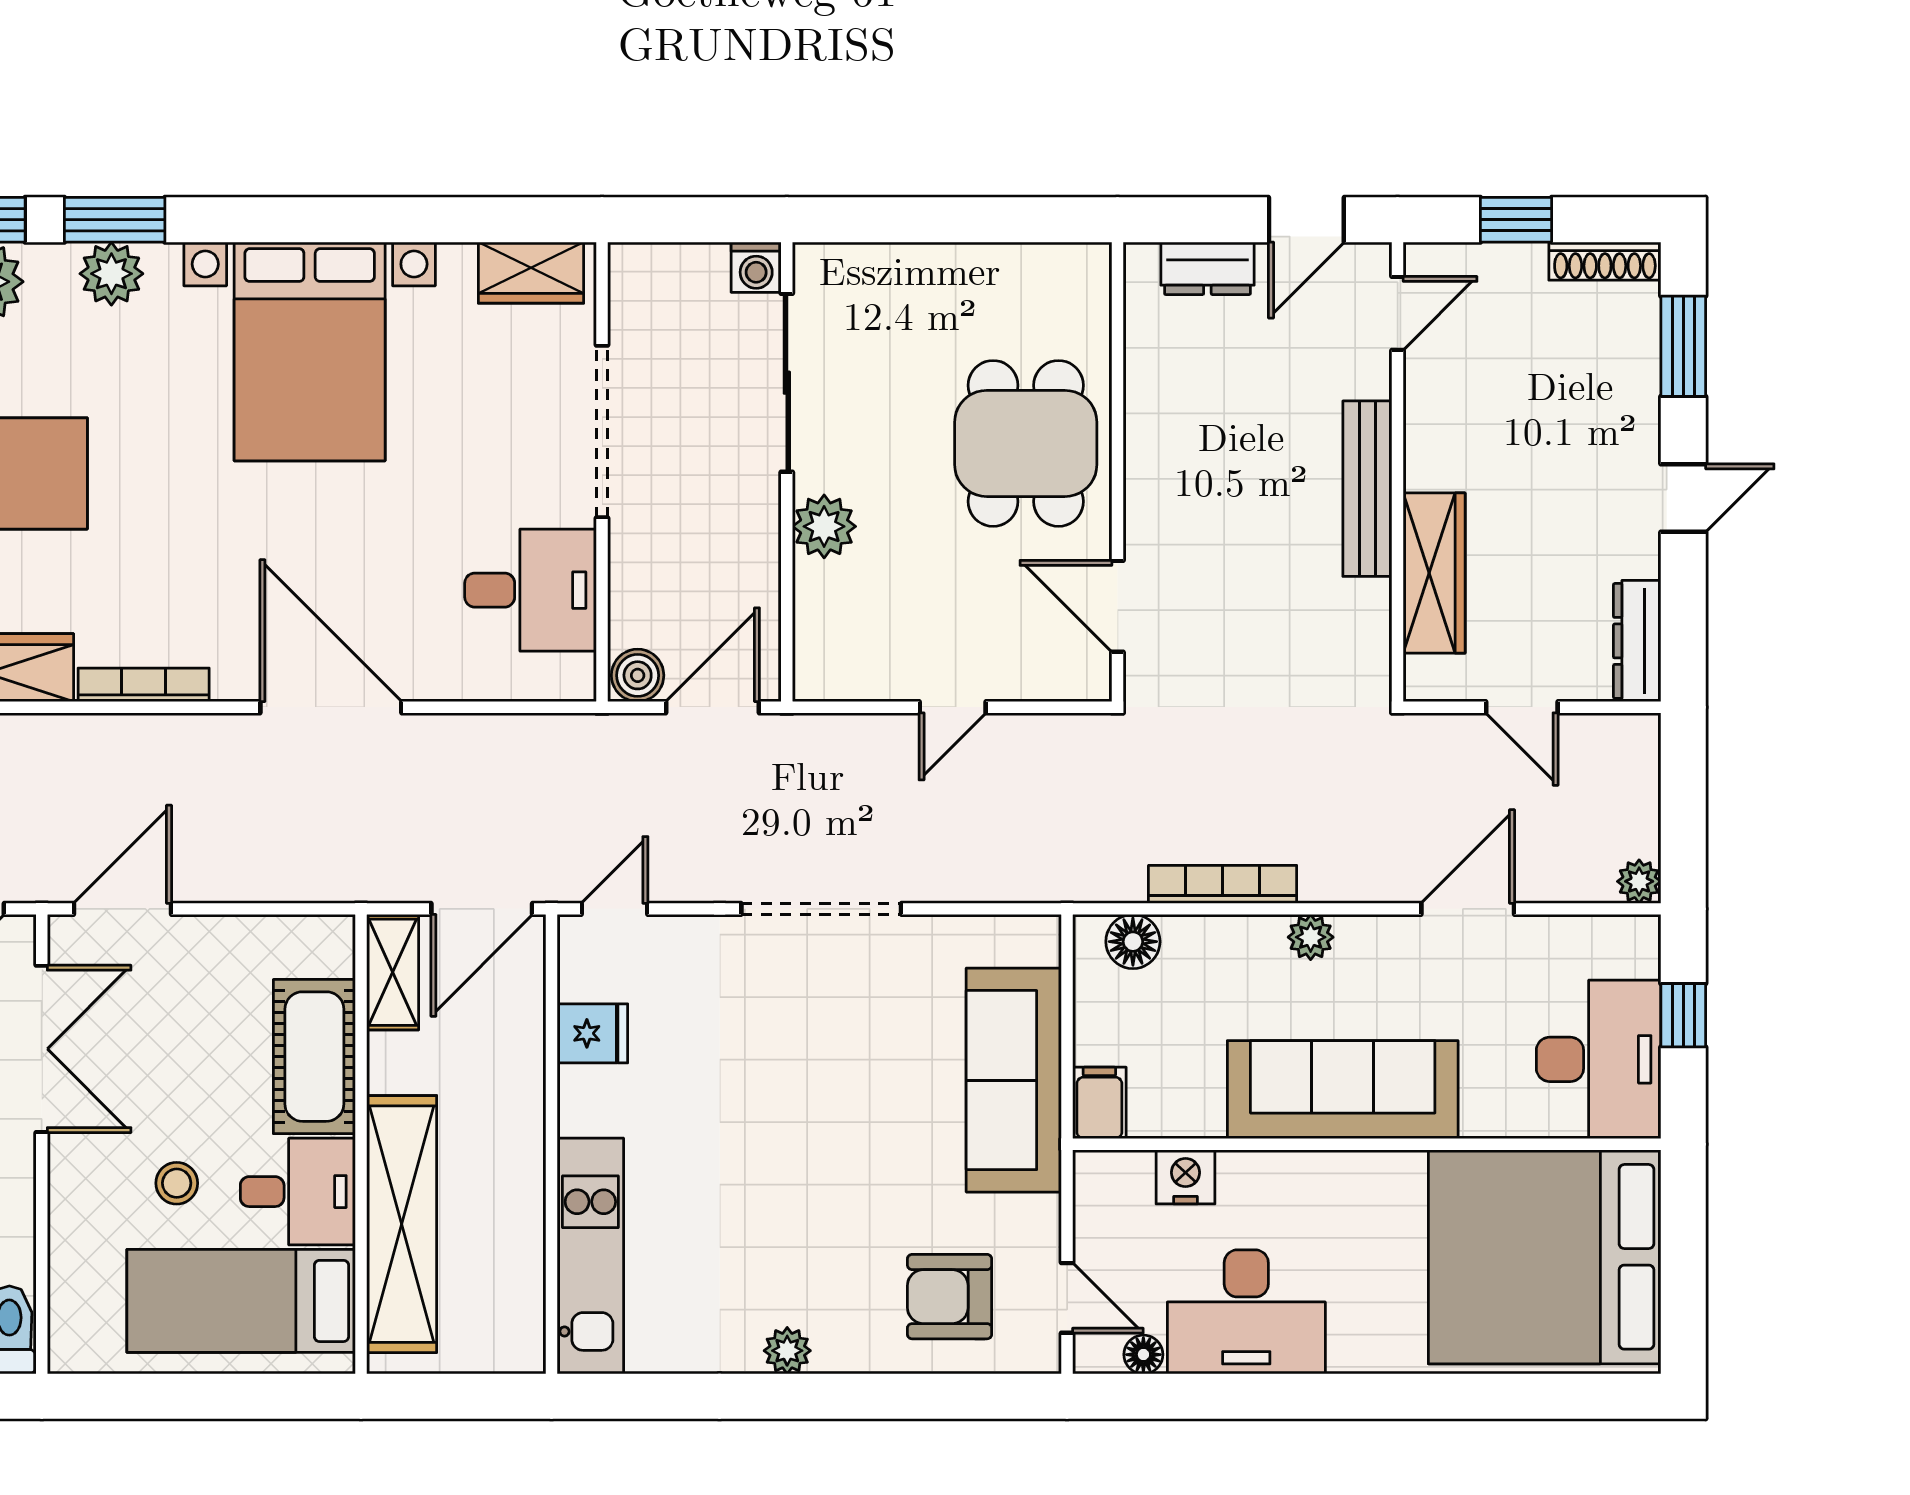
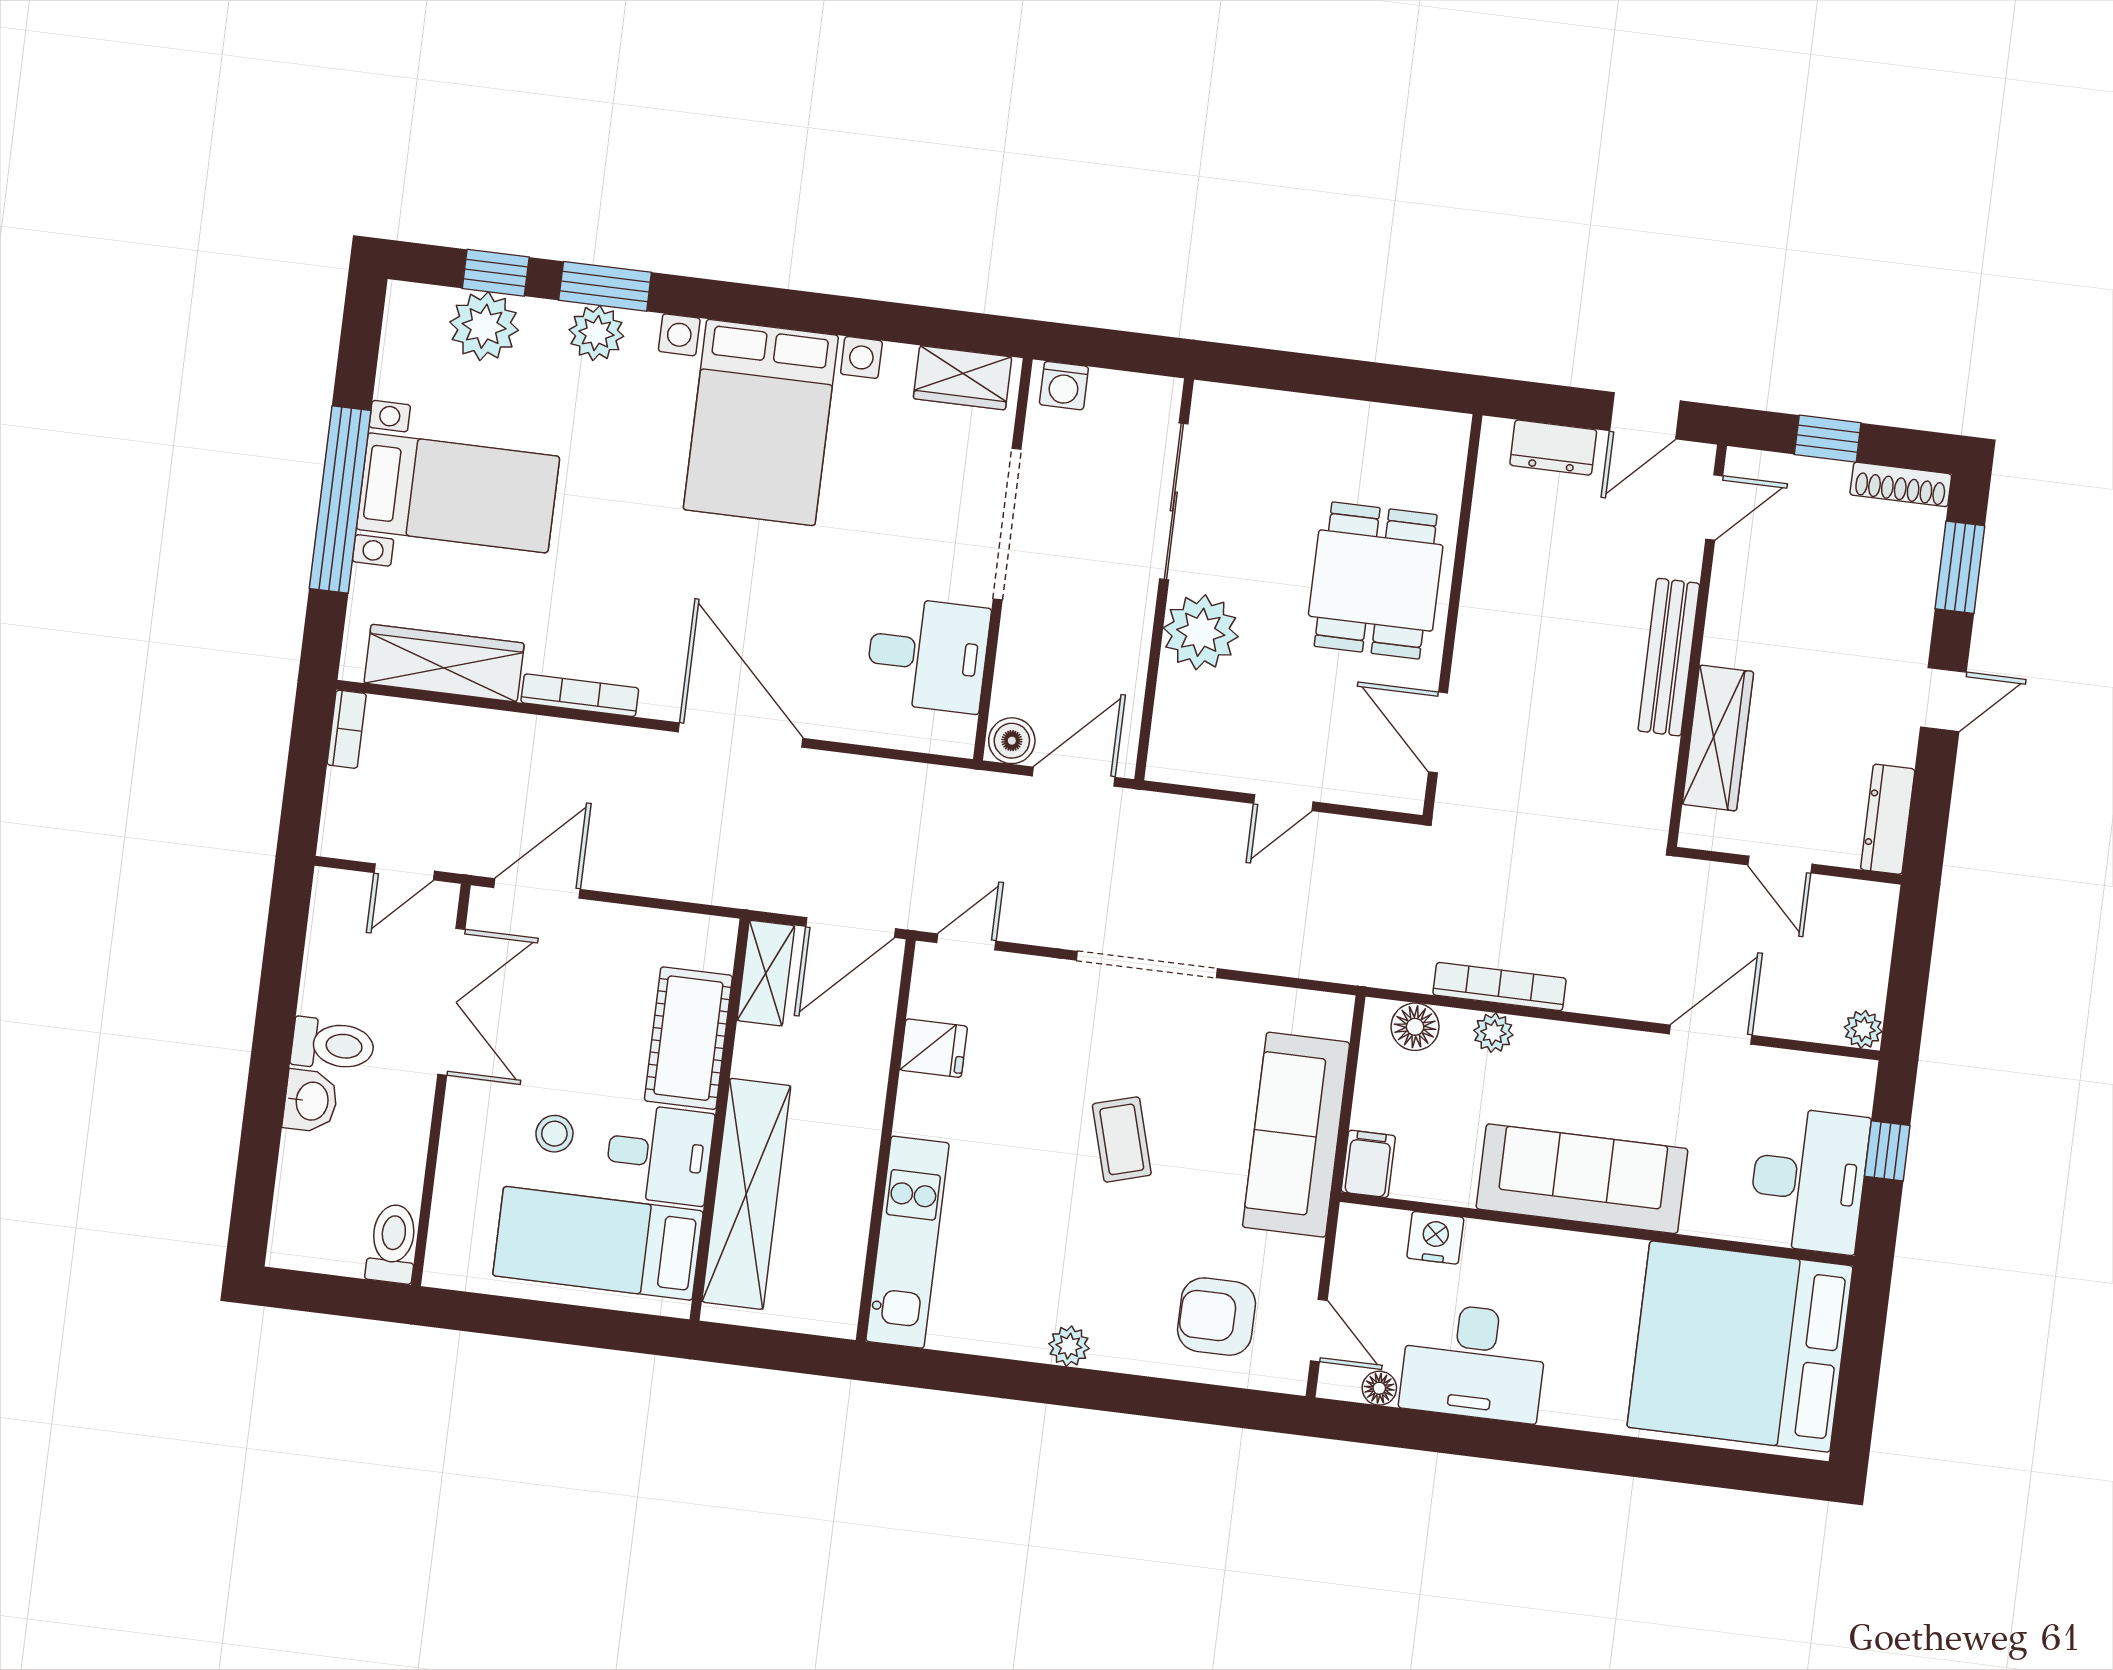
washing machine: (756, 267) -> (1064, 386), moved
plant: (824, 526) -> (1201, 632), width x1.36, depth x1.36
plant: (1311, 937) -> (1493, 1033), moved
coffee table: (818, 1110) -> (1122, 1139), added

